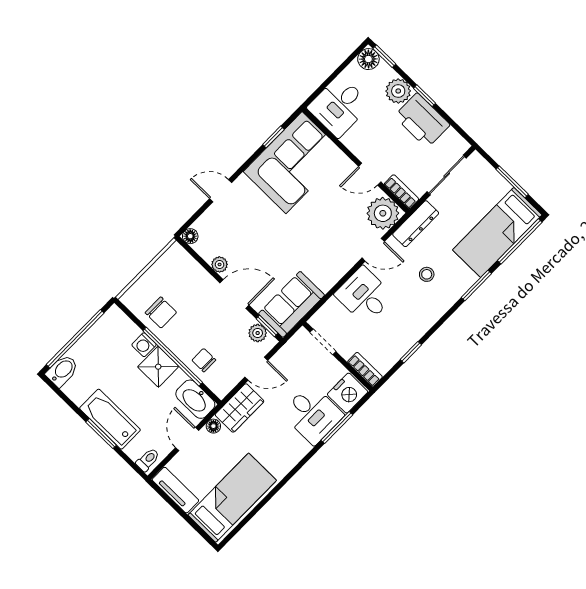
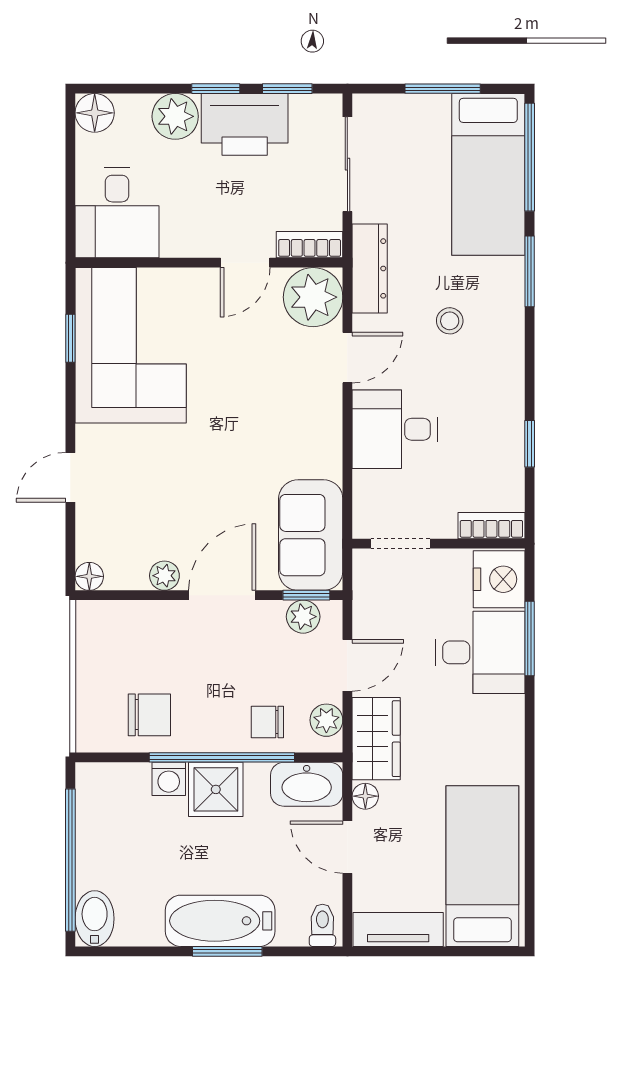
window: (384, 56) -> (287, 89), moved
plant: (227, 382) -> (326, 720), added

